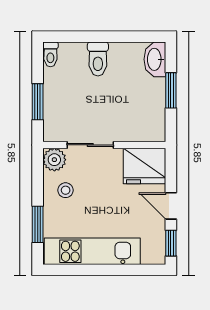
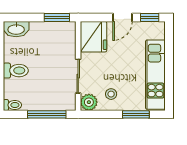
window: (171, 90) -> (57, 18), moved
window: (38, 102) -> (47, 114), width x1.44

